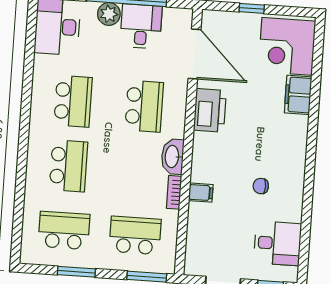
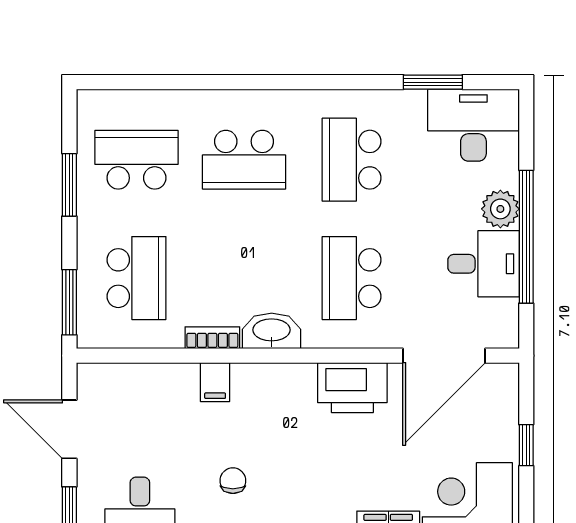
window: (30, 49) -> (433, 82), added
school desk: (73, 101) -> (352, 160), turned 90
school desk: (144, 106) -> (352, 278), turned 90
school desk: (64, 230) -> (136, 160), turned -90

